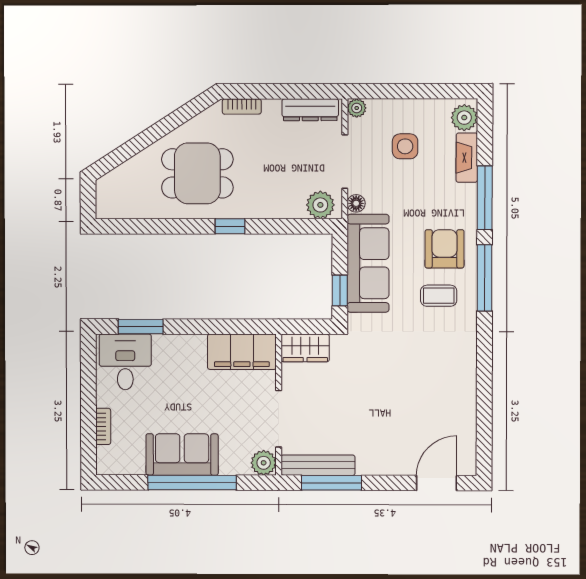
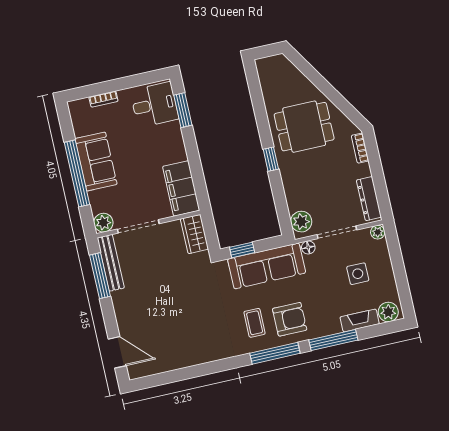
dining table: (197, 173) -> (304, 127), turned 90

